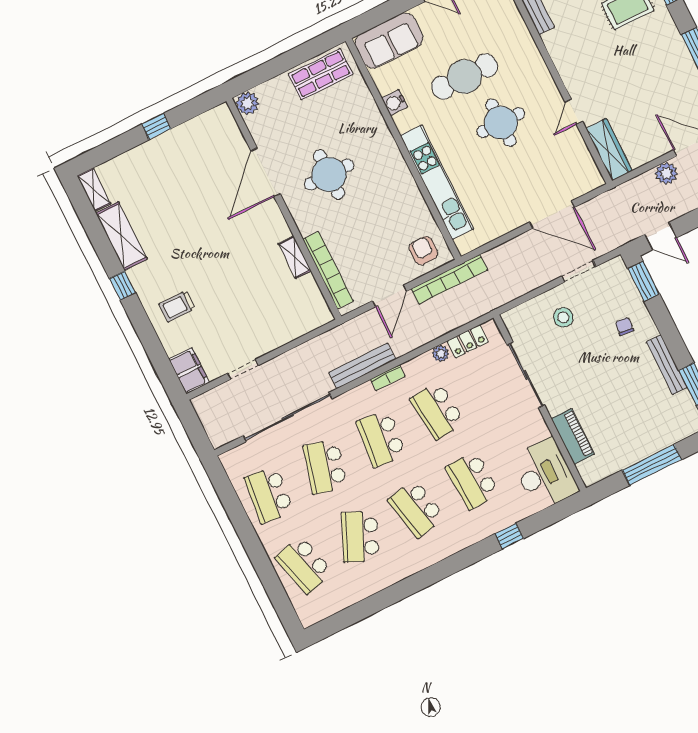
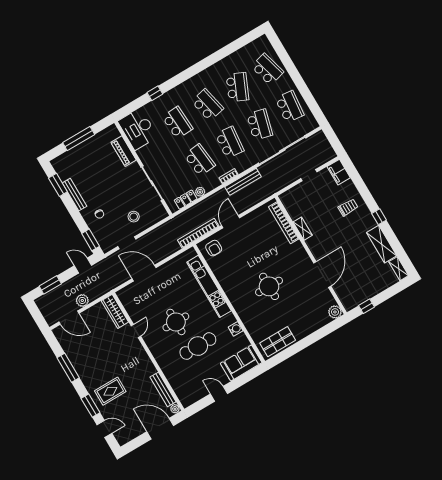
plant: (247, 103) -> (335, 312), moved
door: (265, 172) -> (322, 274), moved
wall: (284, 209) -> (311, 255), moved
shelving: (295, 257) -> (303, 229), moved
bookcase: (328, 270) -> (284, 223), moved

